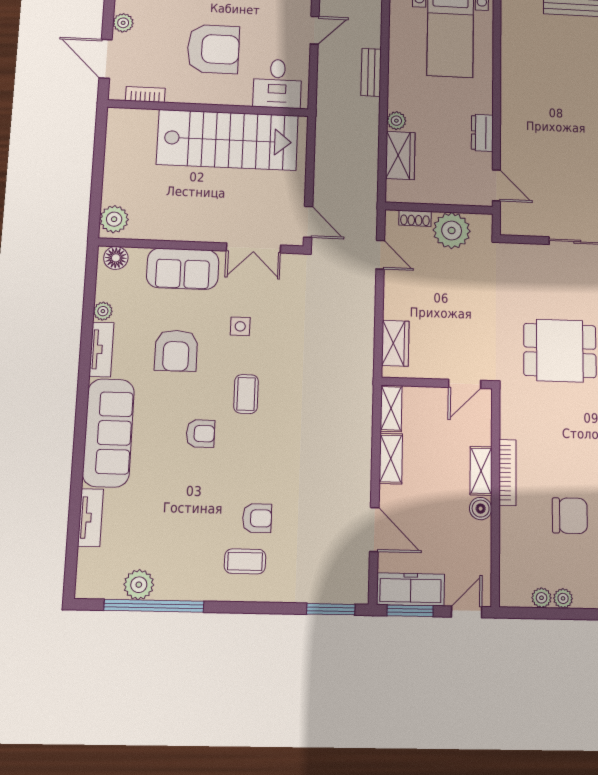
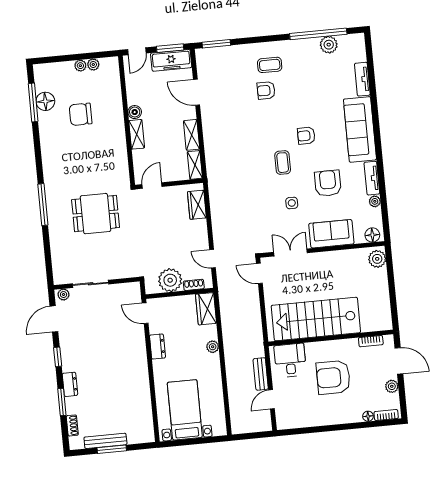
bench: (371, 72) -> (261, 374), moved
wardrobe: (400, 155) -> (206, 309), moved
bookcase: (508, 472) -> (121, 135), removed

